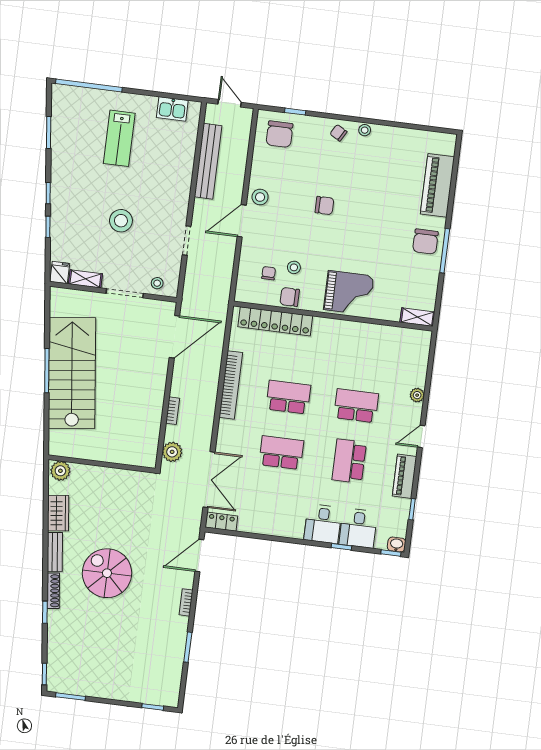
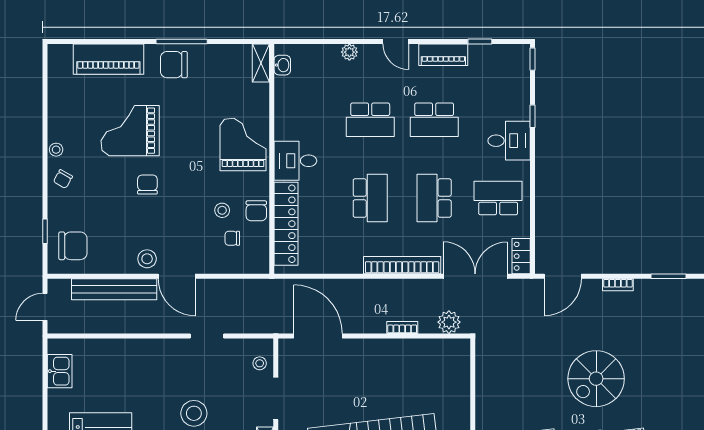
bench: (208, 161) -> (114, 289), moved
grand piano: (373, 196) -> (130, 131), added
chair: (425, 242) -> (174, 65), turned 180
bookcase: (231, 385) -> (402, 265), moved
school desk: (288, 397) -> (370, 198), turned 180
school desk: (356, 406) -> (370, 120), turned -90
school desk: (274, 508) -> (498, 198), added
desk: (358, 528) -> (295, 161), moved, turned 180
washbasin: (397, 545) -> (282, 65), moved, turned 180
door: (199, 556) -> (563, 276), hinge flipped

